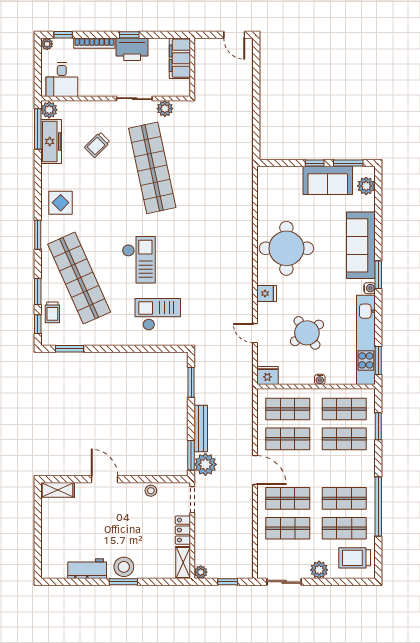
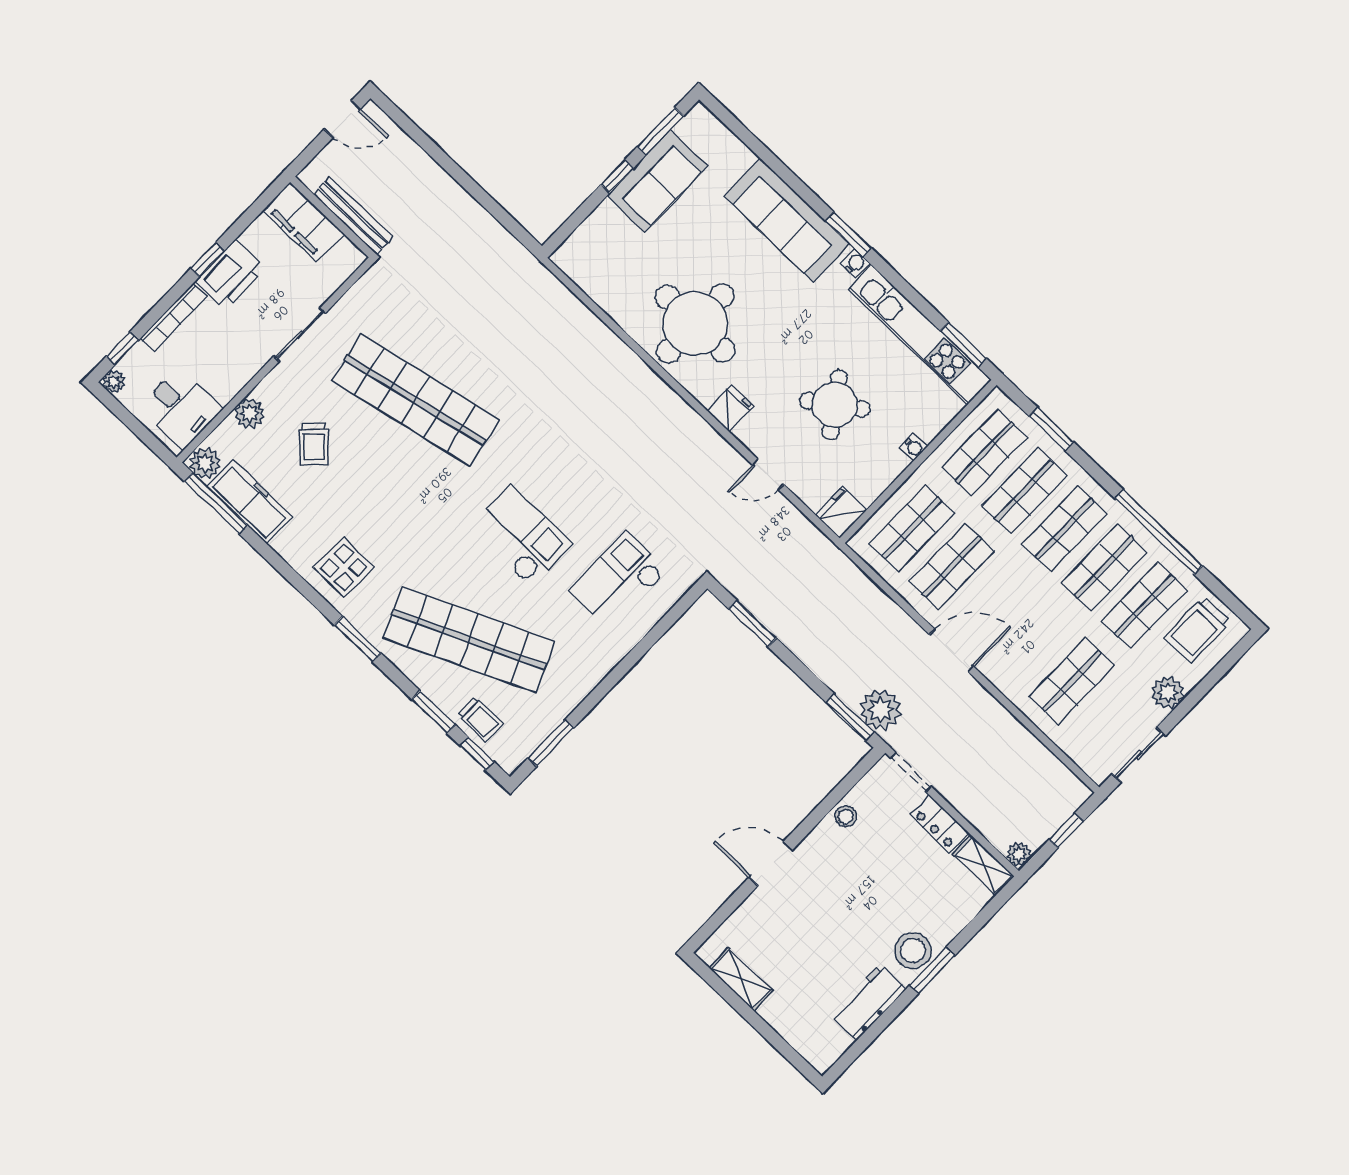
plant: (165, 109) -> (250, 414), moved
plant: (366, 186) -> (714, 137), removed
bench: (201, 429) -> (353, 216), moved
shelving: (58, 490) -> (741, 979), moved, turned 90
shop shelf: (288, 498) -> (1064, 529), moved

